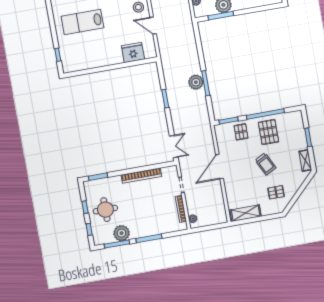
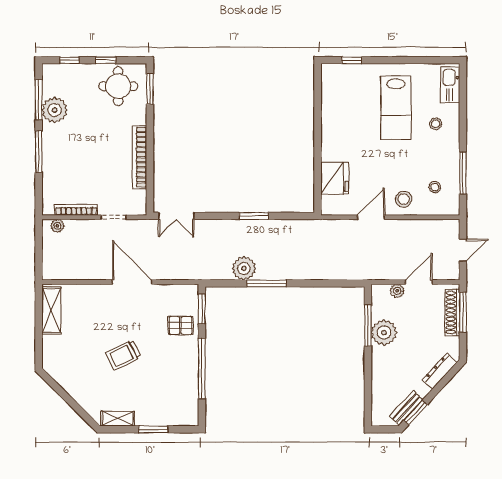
lab bench: (82, 22) -> (396, 108), turned 180
plant: (196, 82) -> (244, 268), moved
pallet: (268, 132) -> (173, 368), removed
pallet: (276, 192) -> (76, 364), removed
round table: (105, 210) -> (118, 86), moved

